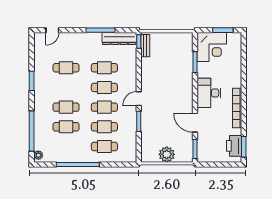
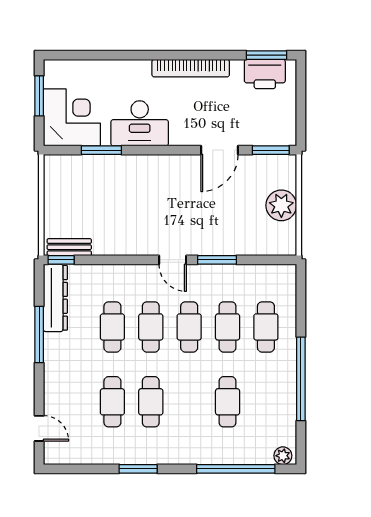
desk: (209, 93) -> (140, 123), moved
cafe table: (66, 107) -> (151, 402), moved

